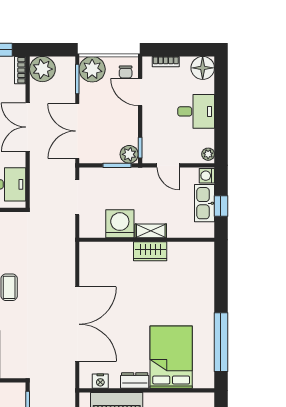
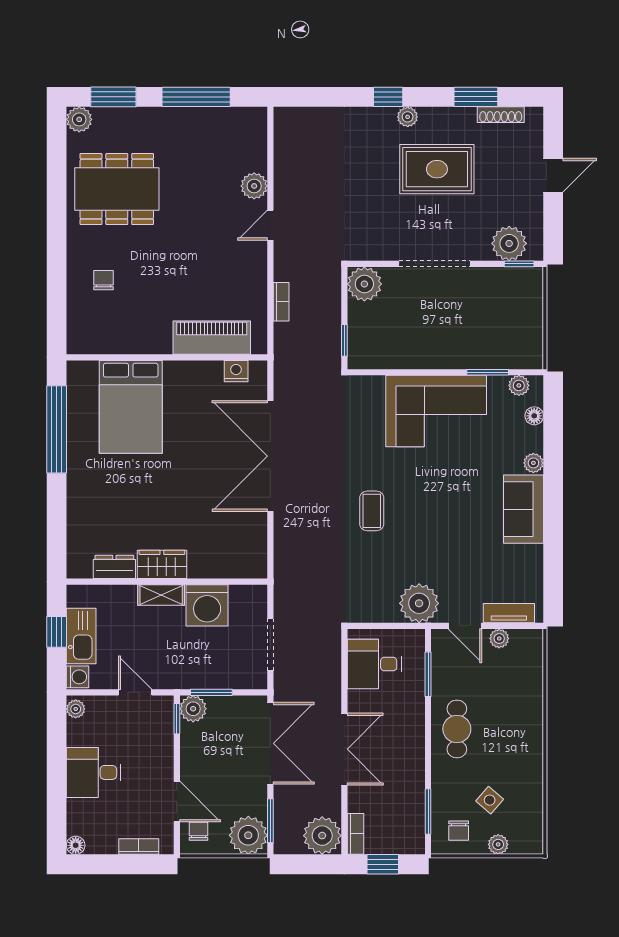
floor lamp: (203, 68) -> (76, 845), width x0.53, depth x0.53
dresser: (135, 380) -> (114, 567), moved, turned 180

